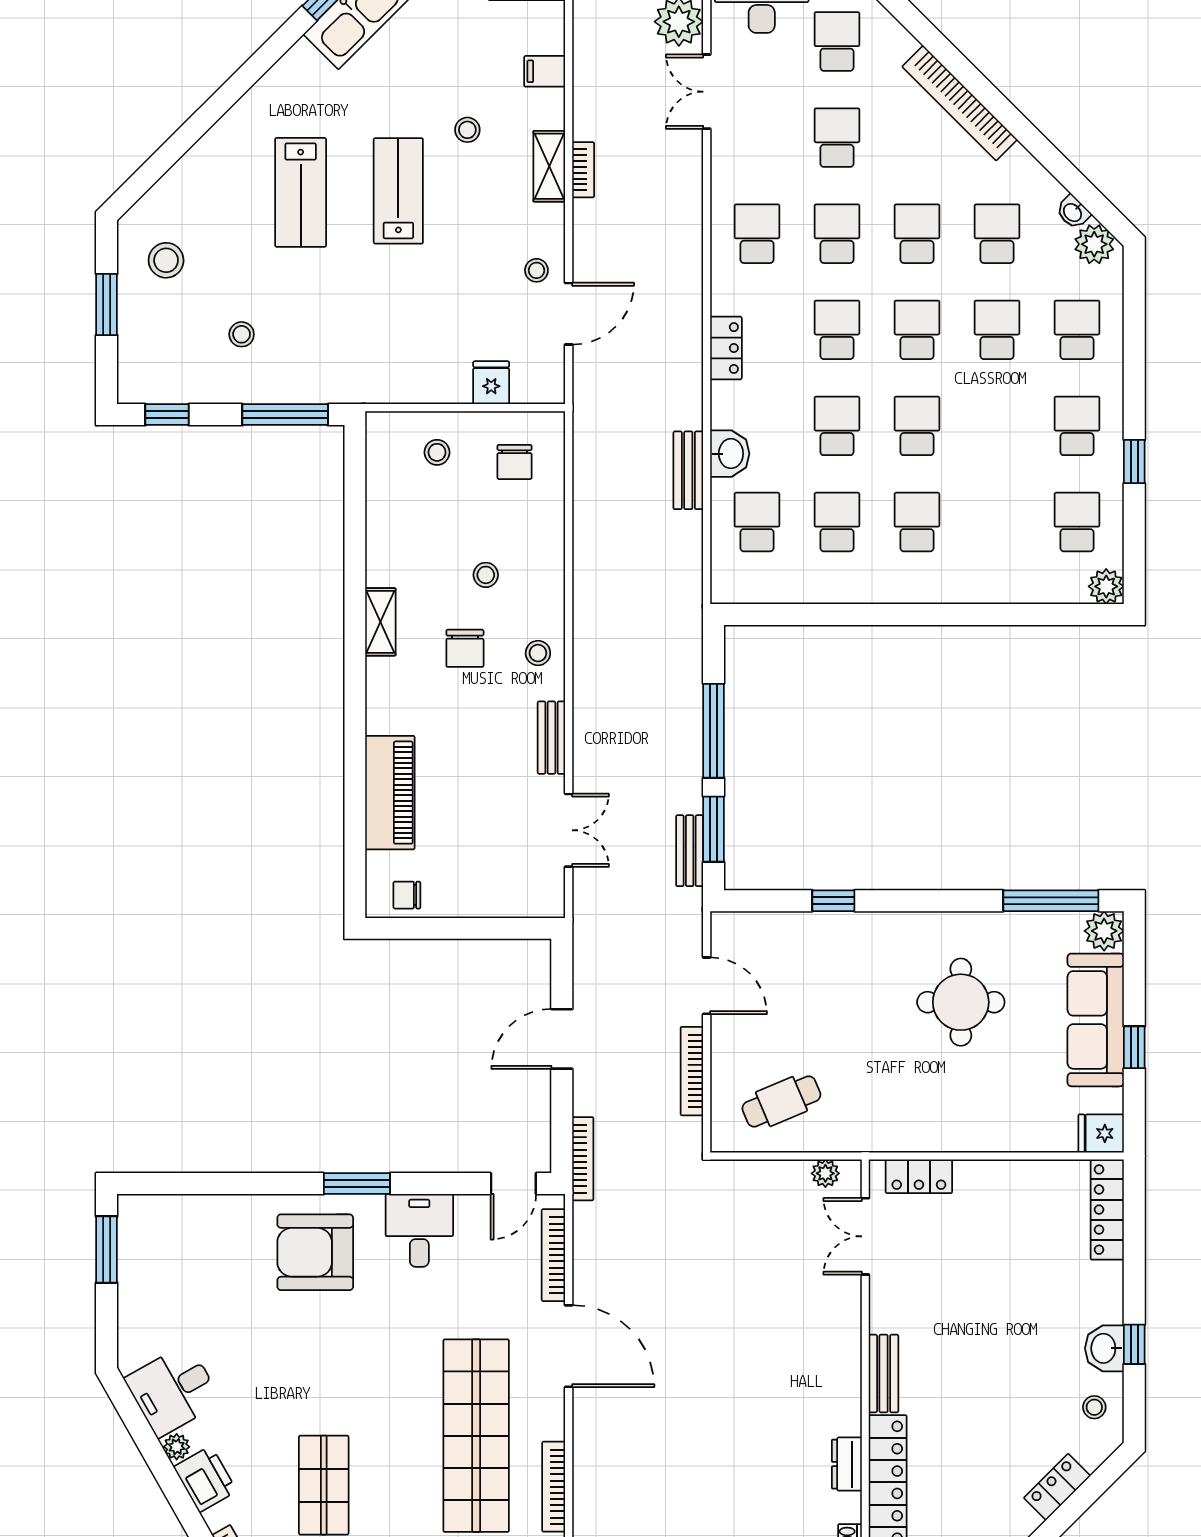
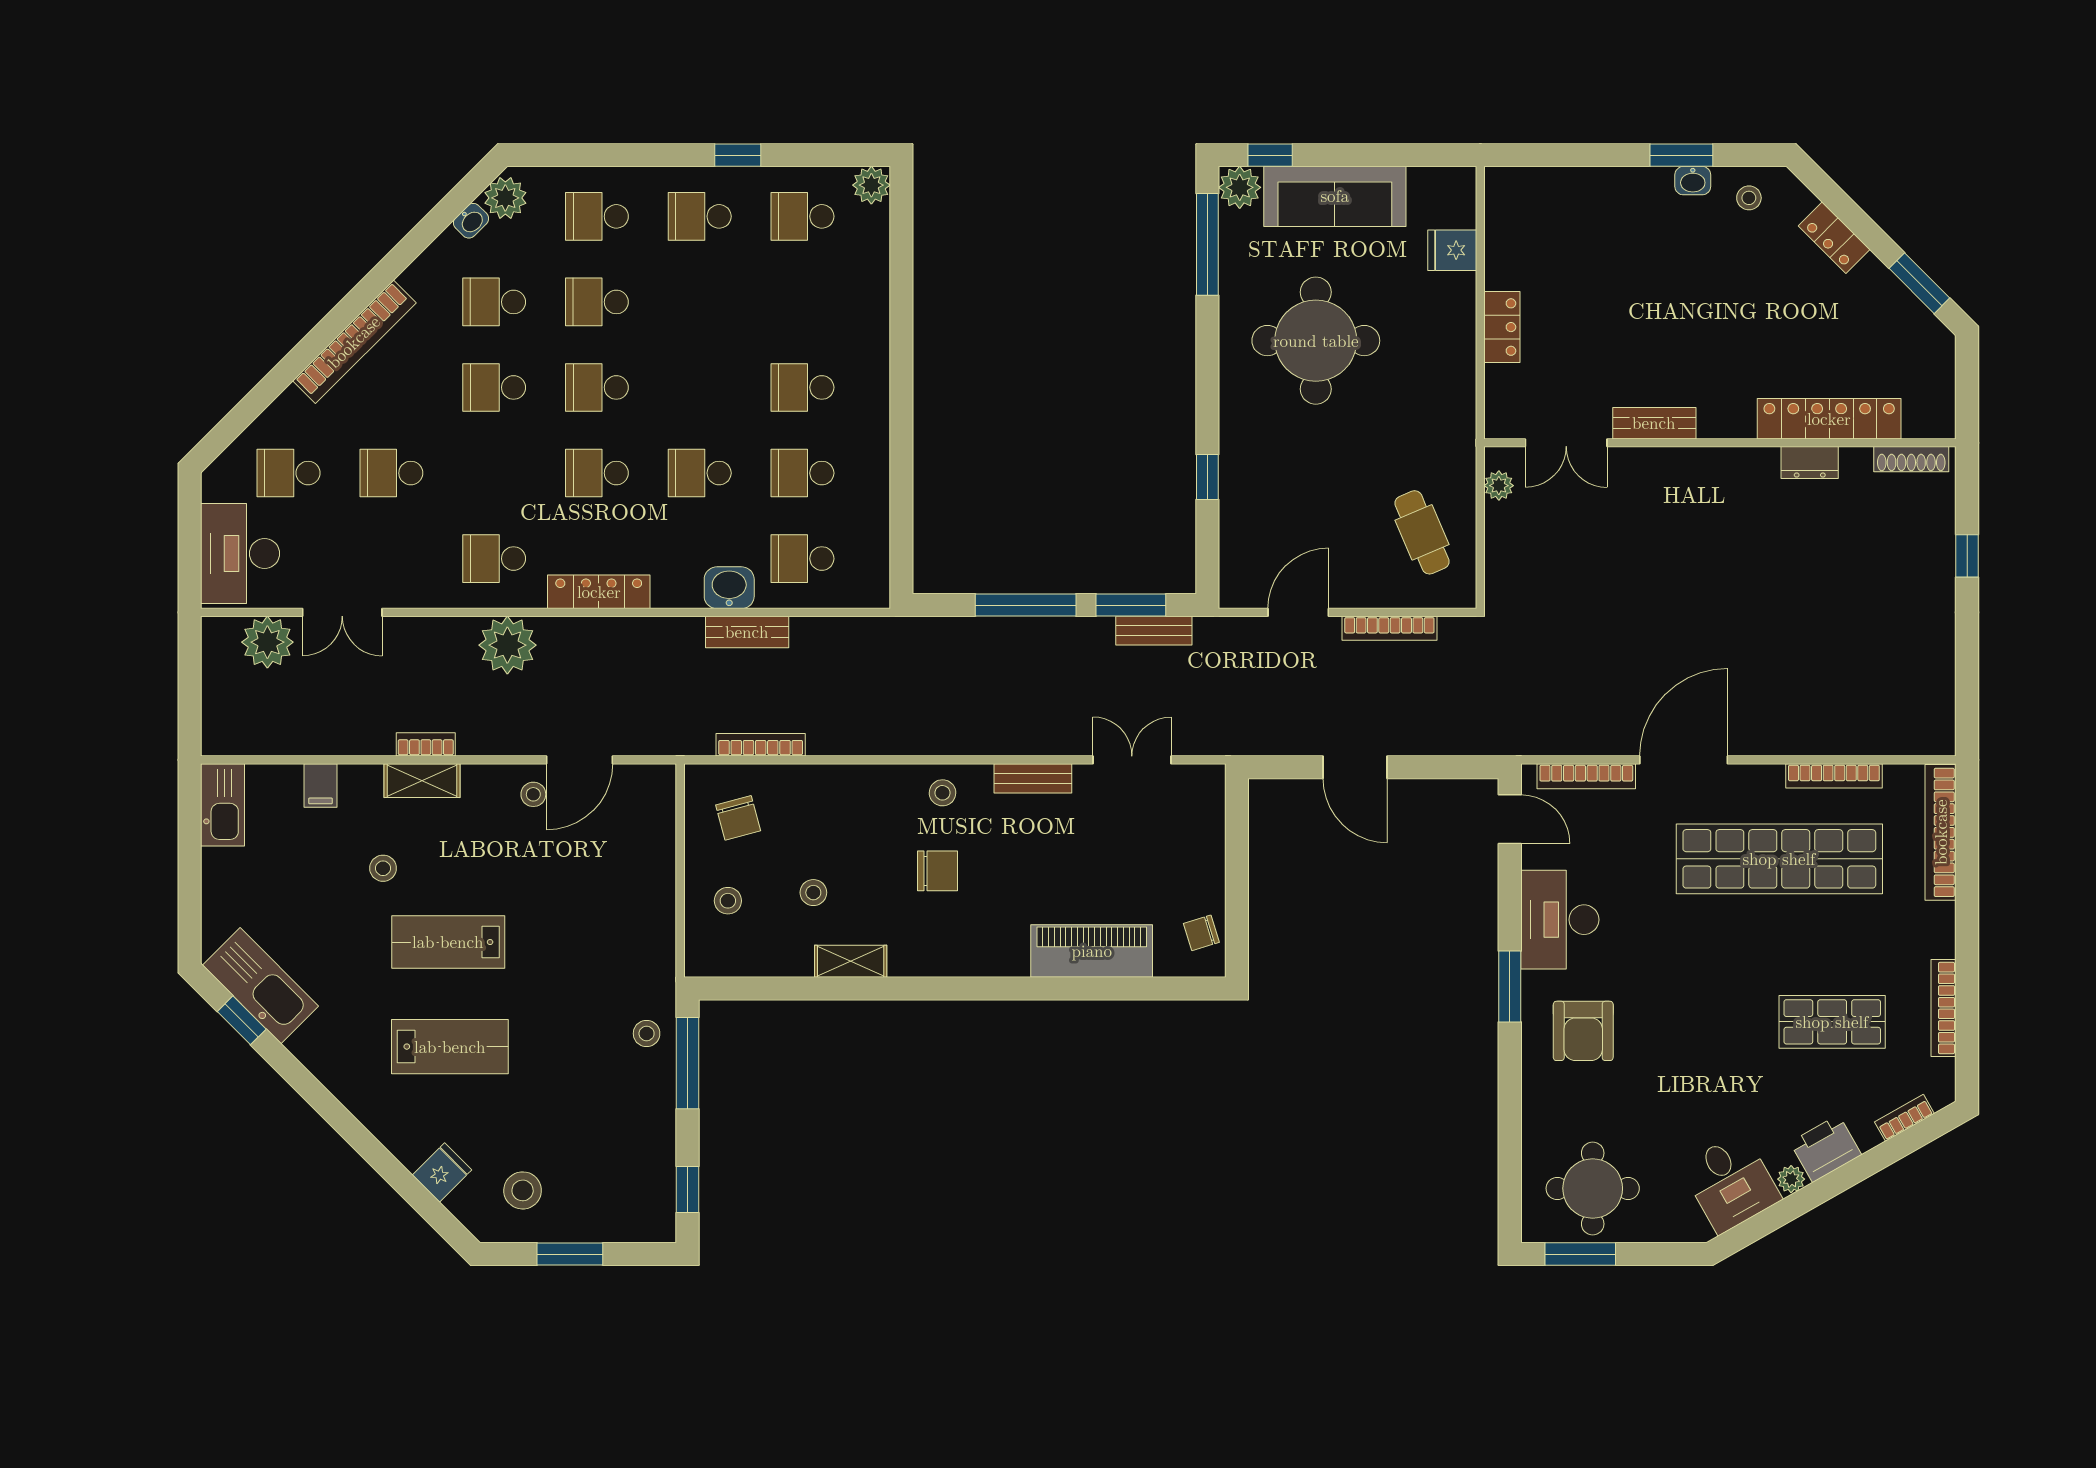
school desk: (837, 234) -> (494, 473), removed
plant: (676, 246) -> (507, 645), added
door: (569, 314) -> (580, 760), swing flipped
stool: (242, 334) -> (647, 1033), moved
locker: (726, 348) -> (599, 592), width x1.53
fridge: (491, 383) -> (442, 1172), moved, turned 135
school desk: (917, 426) -> (700, 387), removed
chair: (515, 462) -> (738, 818), turned 75
stool: (486, 575) -> (813, 893), moved
shelving: (380, 622) -> (851, 961), moved
chair: (407, 895) -> (1201, 933), turned 73
round table: (961, 1002) -> (1316, 341), width x1.36, depth x1.36
window: (1134, 1047) -> (1270, 155), moved
fridge: (1101, 1133) -> (1452, 250), moved, turned 90
bookcase: (583, 1159) -> (761, 745), moved
locker: (919, 1176) -> (1502, 327), moved
locker: (1107, 1210) -> (1538, 184), removed
desk: (419, 1230) -> (1560, 920), width x1.37
armchair: (315, 1252) -> (1583, 1031), width x0.73, depth x0.73
round table: (168, 1261) -> (1593, 1188), added
window: (1134, 1344) -> (1681, 155), width x1.50
washbasin: (1104, 1348) -> (1693, 181), width x0.72, depth x0.69
bench: (884, 1374) -> (1654, 423), moved

